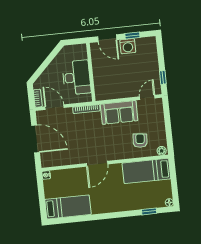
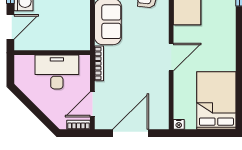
door: (97, 164) -> (171, 57), hinge flipped
bed: (68, 207) -> (216, 100), width x1.50

